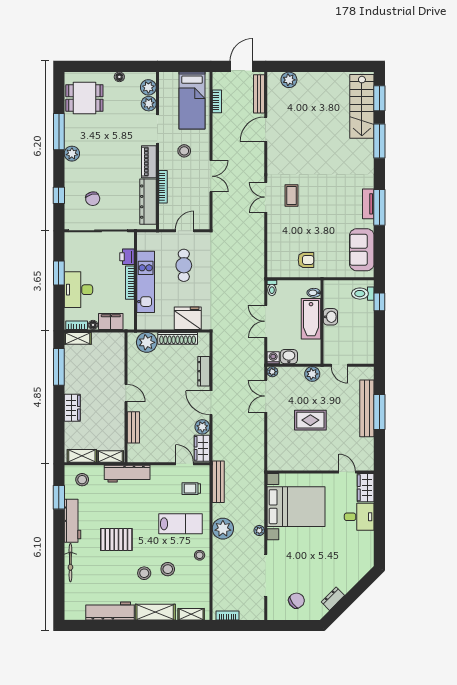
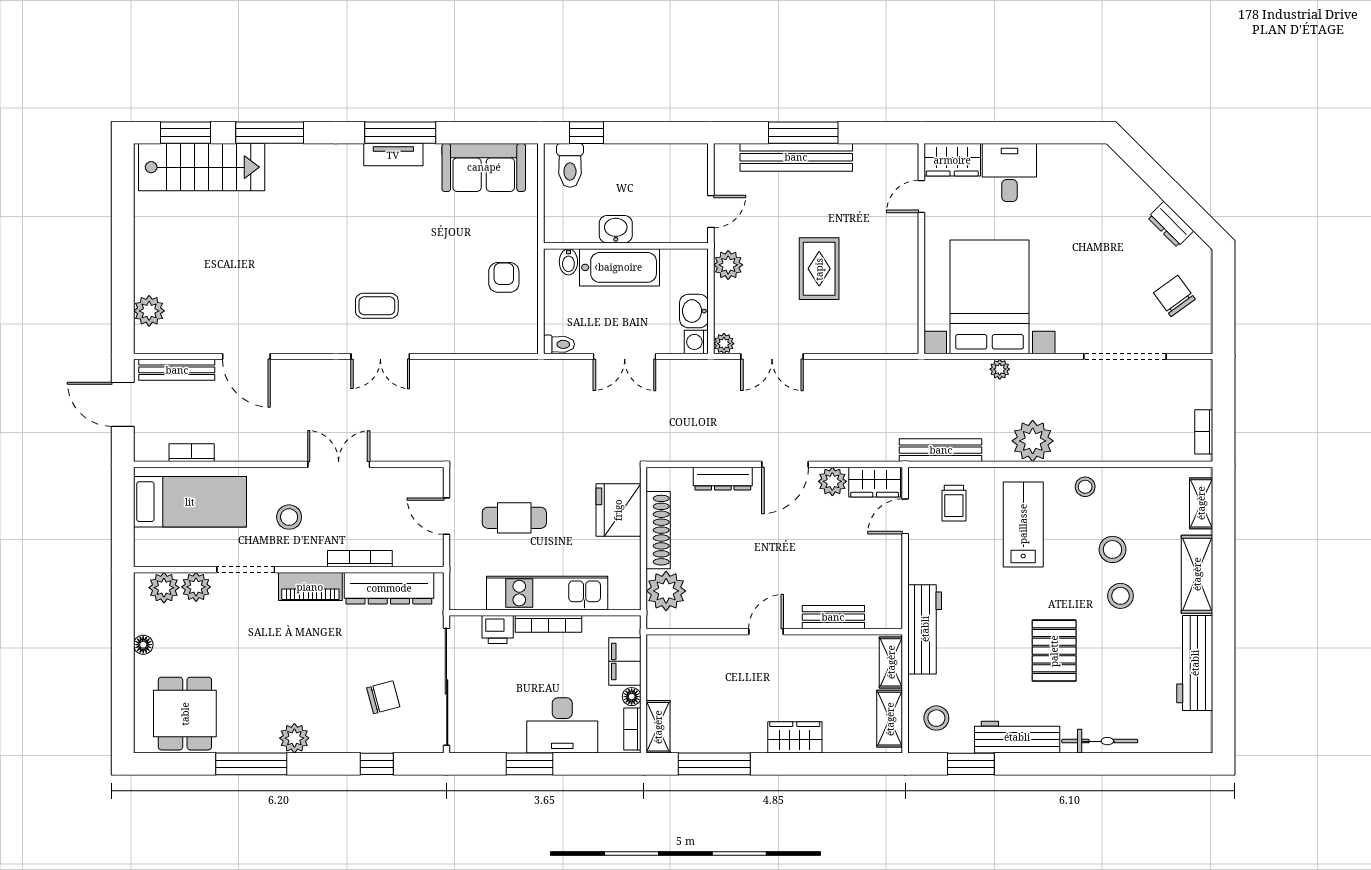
plant: (259, 531) -> (1000, 369), moved

